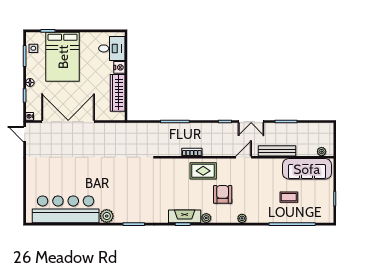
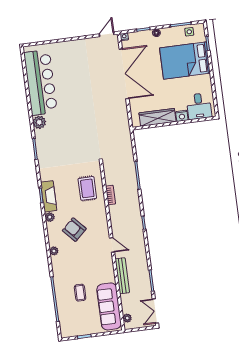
double door: (251, 122) -> (155, 311), moved
rug: (203, 171) -> (87, 188), moved
armchair: (223, 194) -> (74, 230), turned -133

